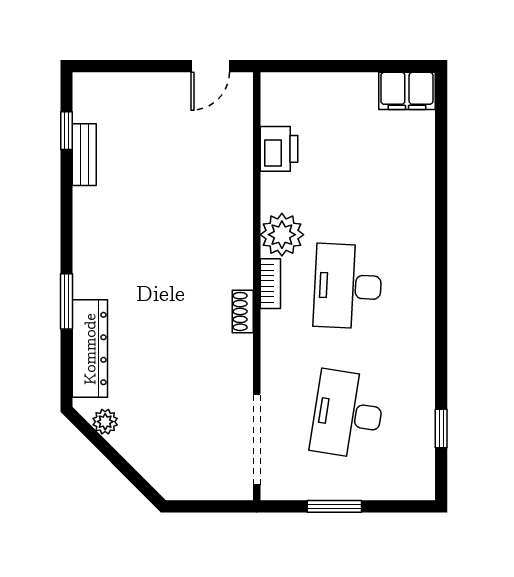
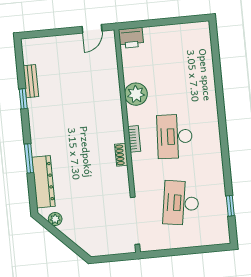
filing cabinet: (407, 91) -> (196, 32), removed
window: (66, 131) -> (23, 99), moved
printer: (279, 149) -> (131, 38), moved, turned 90
plant: (282, 235) -> (136, 94), moved
window: (334, 506) -> (179, 252), removed

